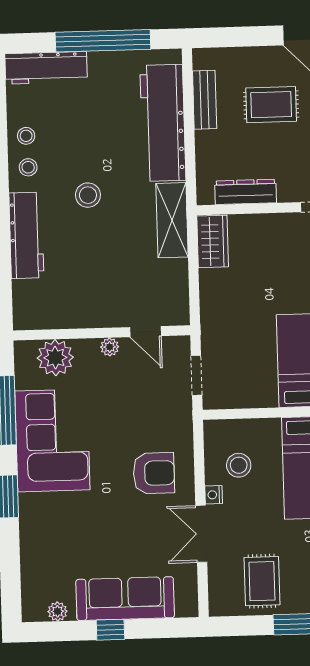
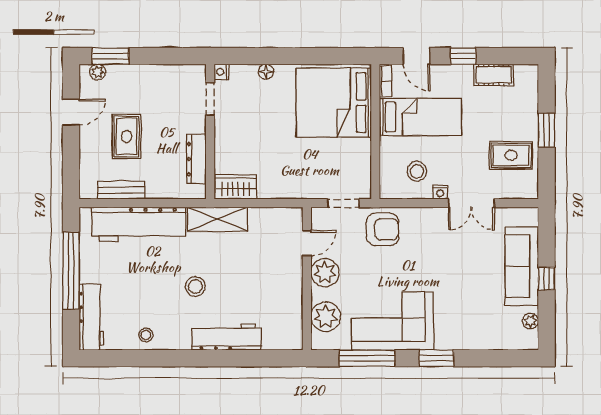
stool: (28, 167) -> (171, 334), removed
plant: (110, 347) -> (325, 273), width x1.88, depth x1.88
armchair: (154, 473) -> (383, 229), moved, turned 90

